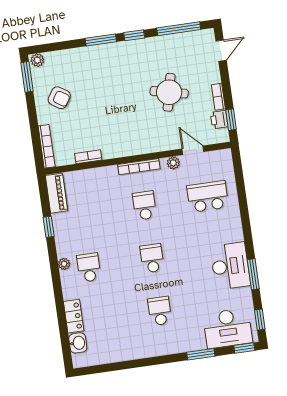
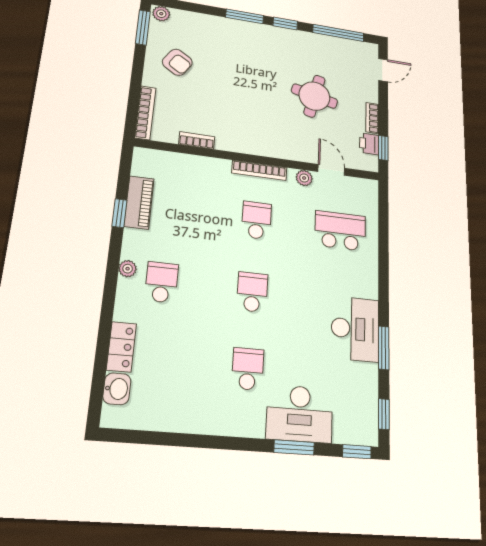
piano: (56, 193) -> (139, 202), moved
desk: (228, 328) -> (300, 414), moved

